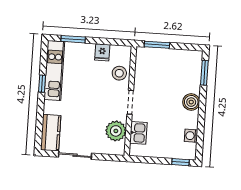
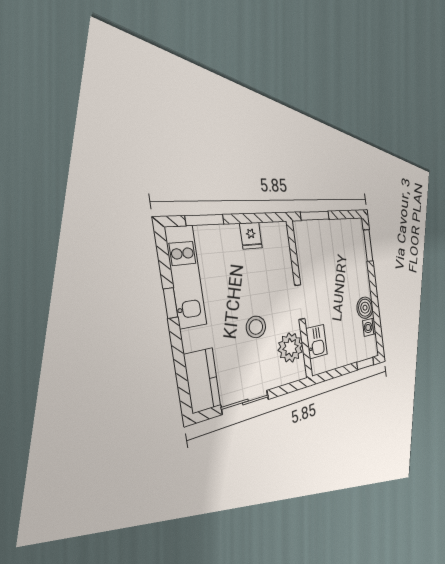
stool: (119, 73) -> (256, 327), moved
boiler: (191, 102) -> (365, 308), moved

